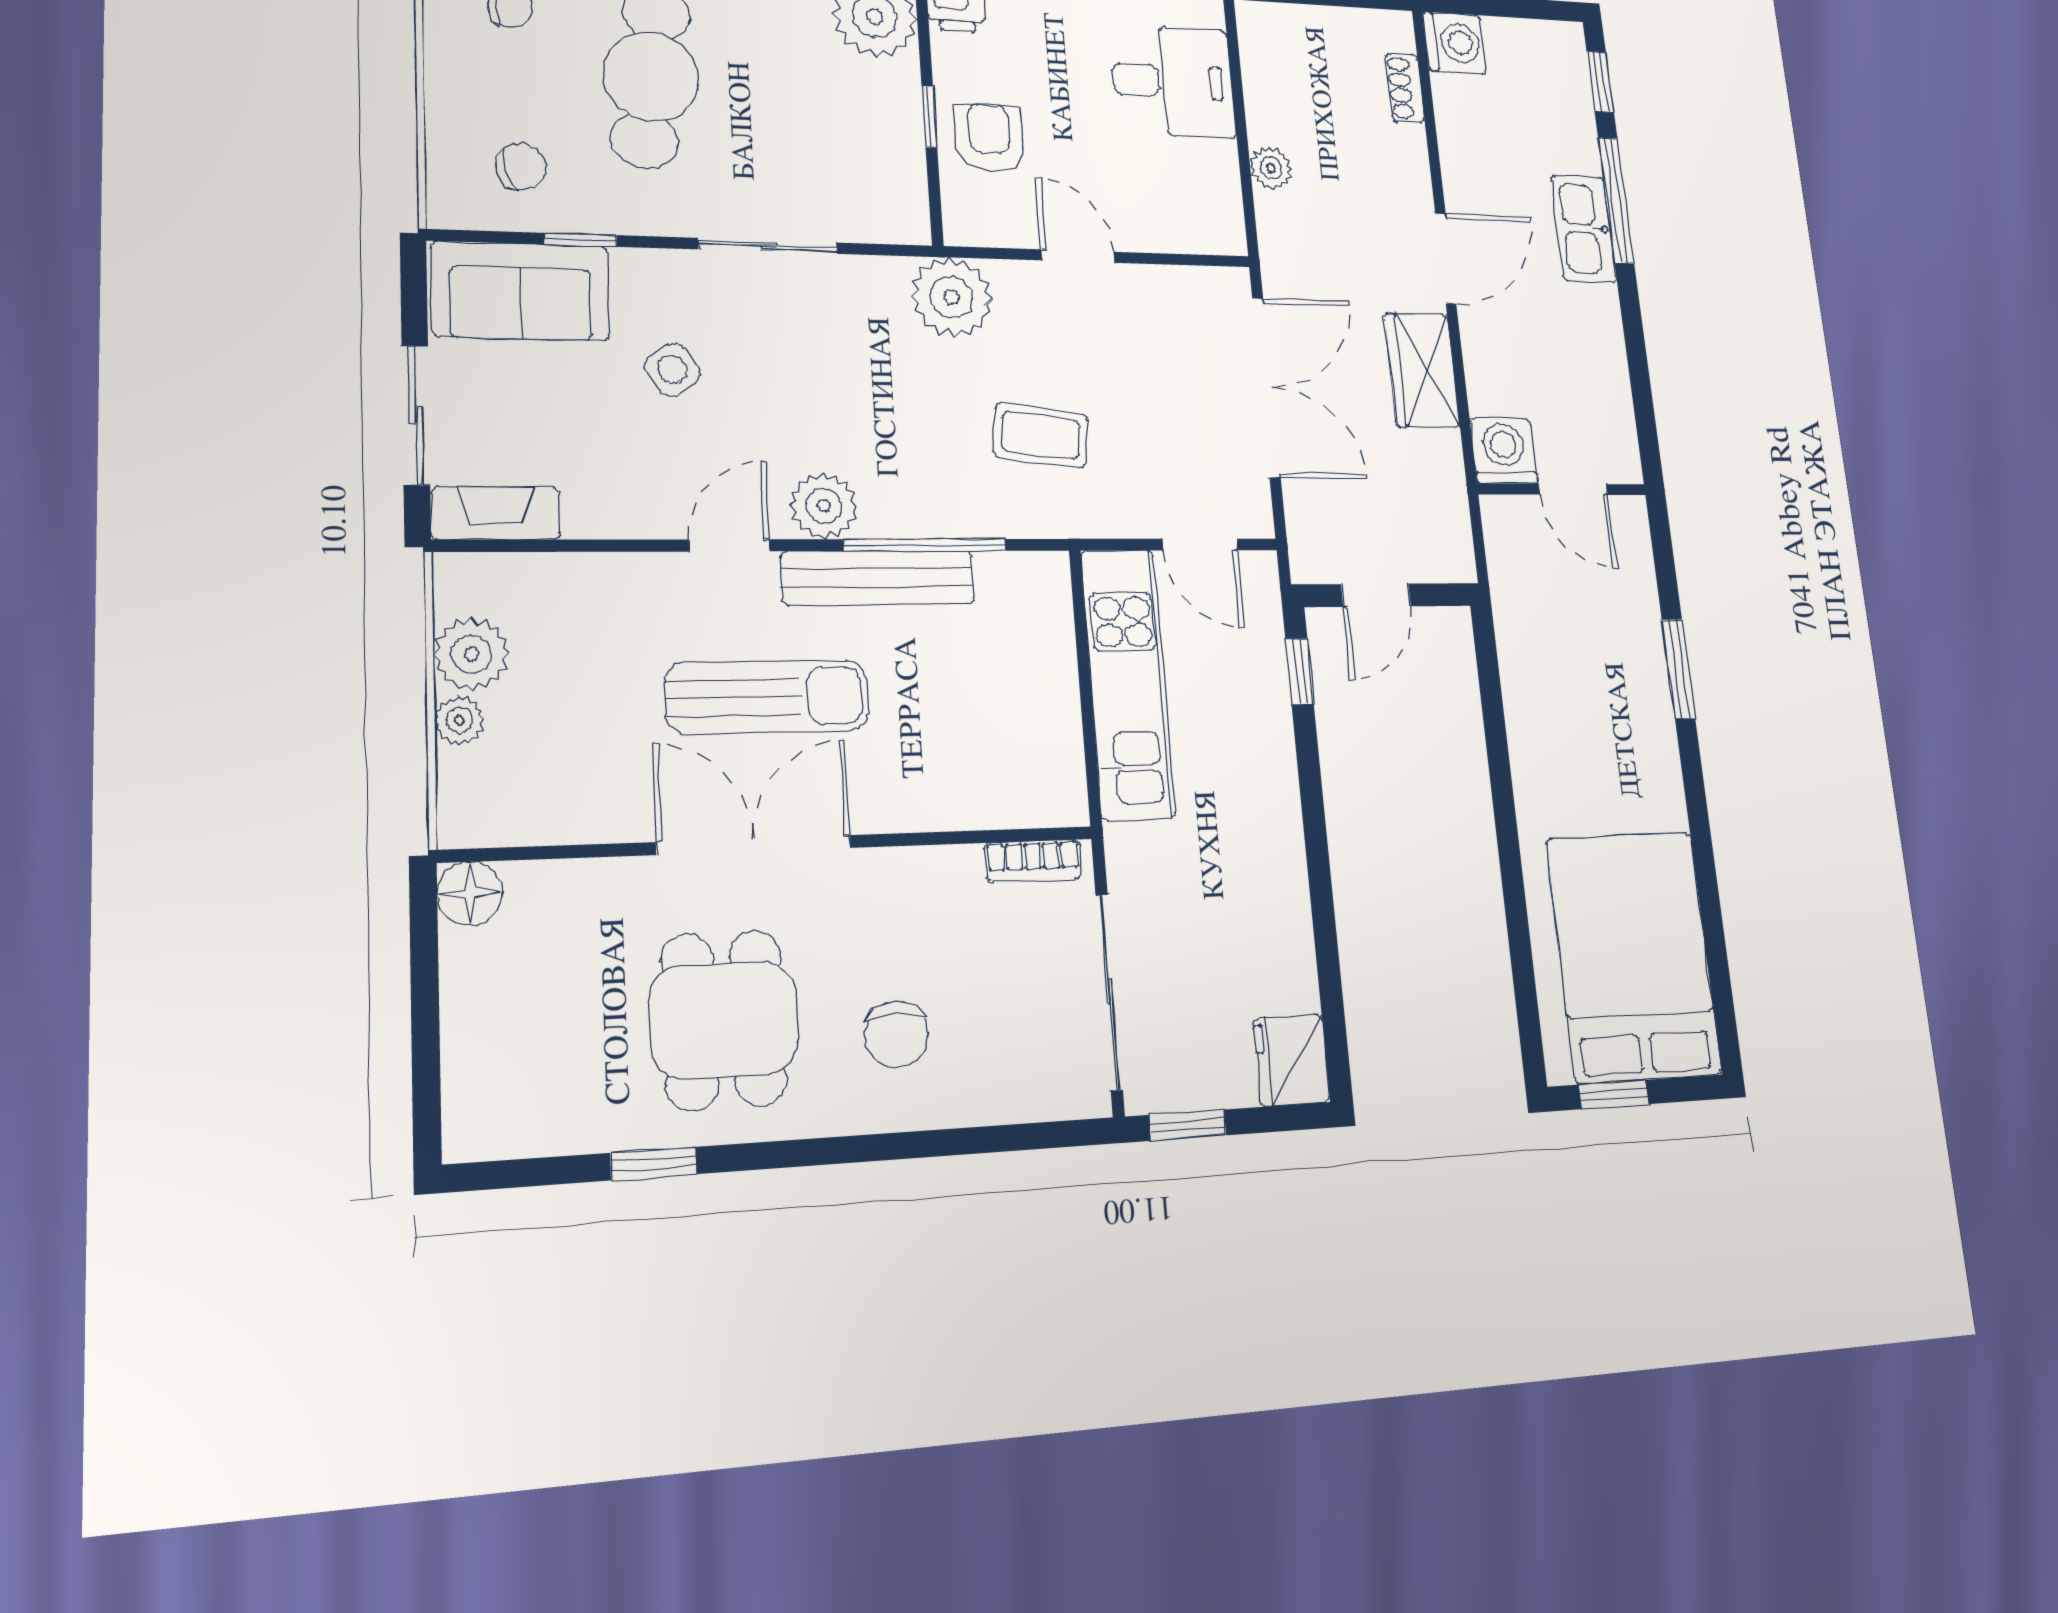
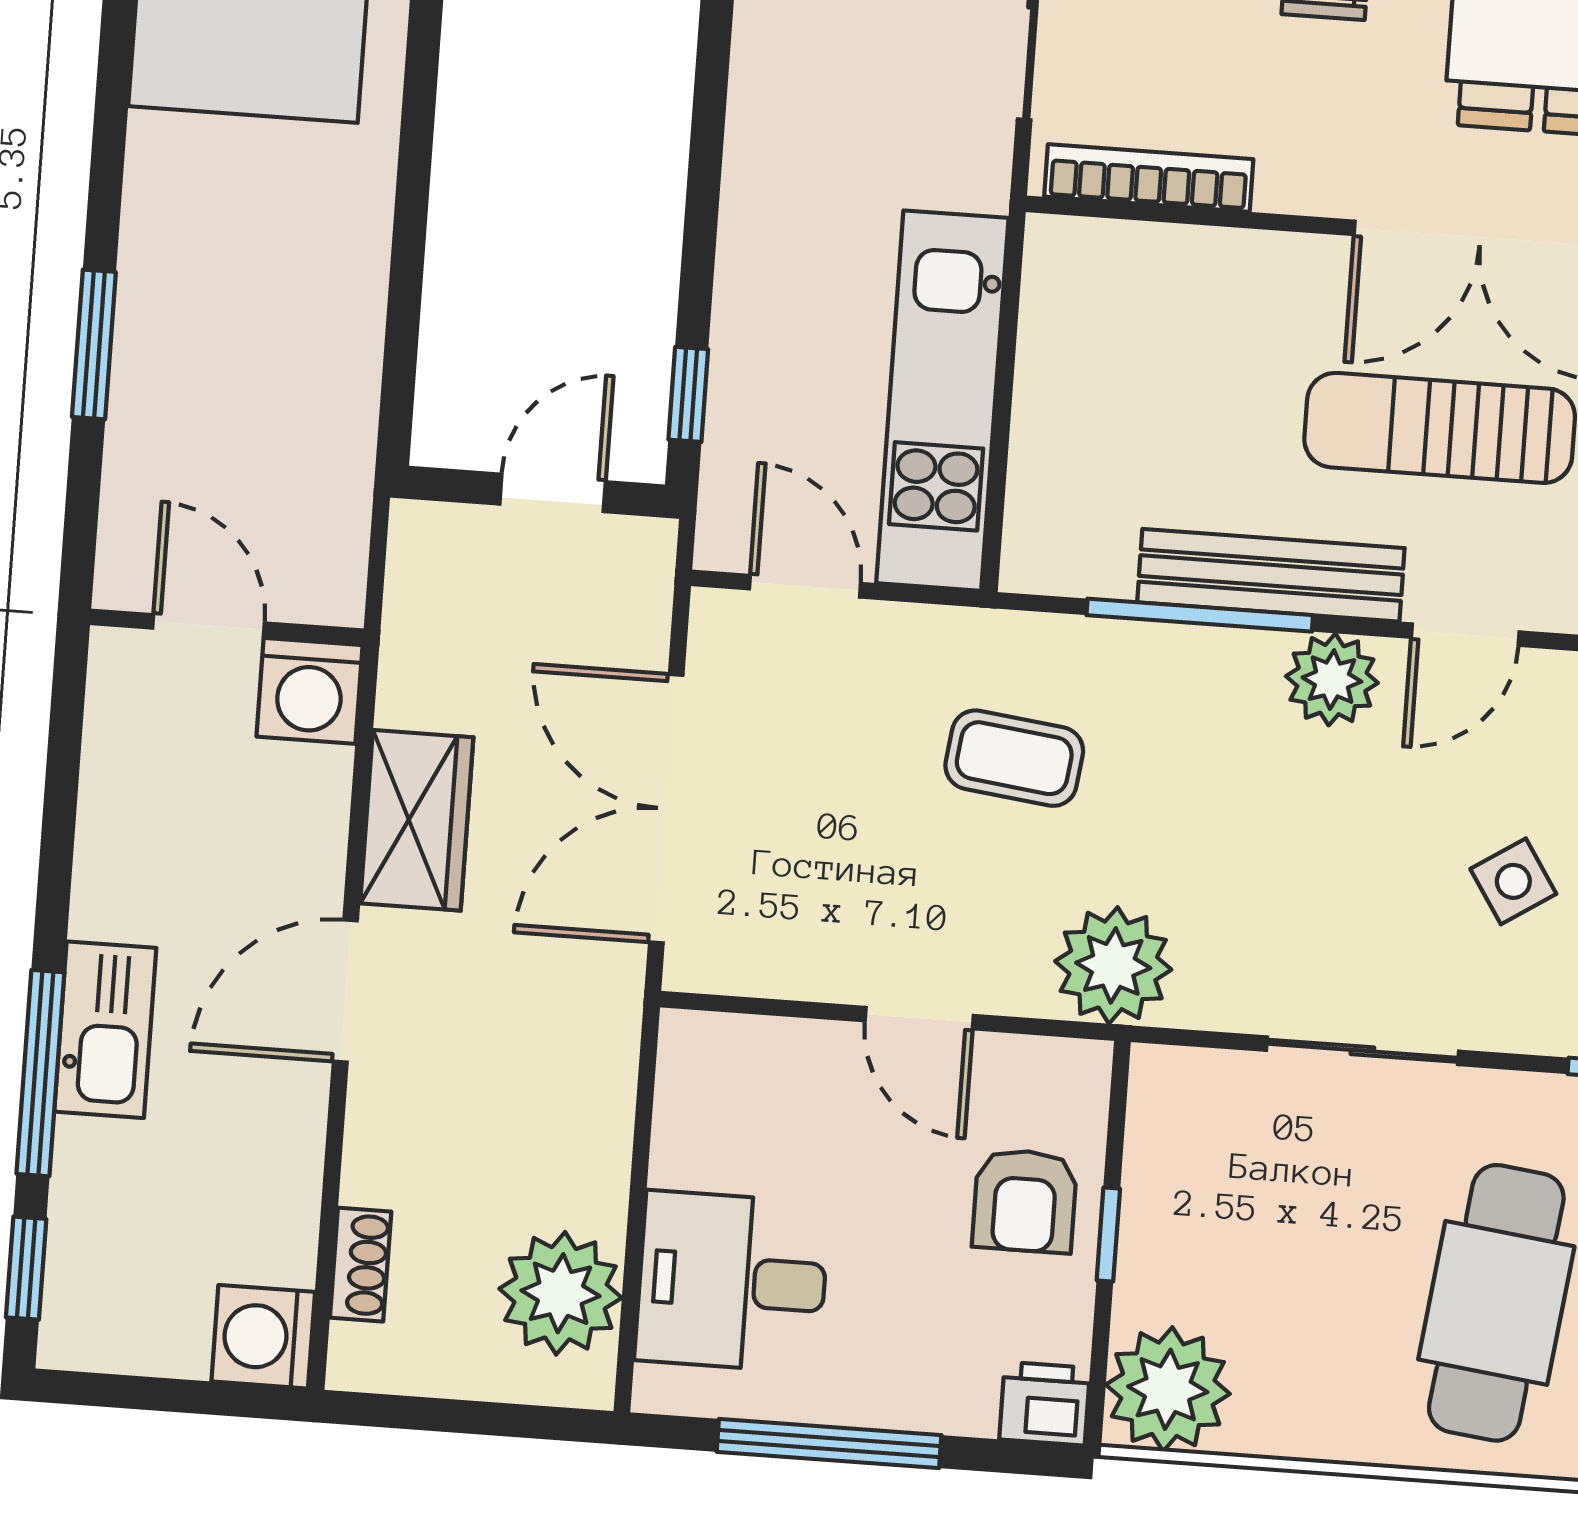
plant: (1271, 168) -> (561, 1293), moved, width x1.88, depth x1.88
bookcase: (1033, 861) -> (1149, 178), width x1.56

